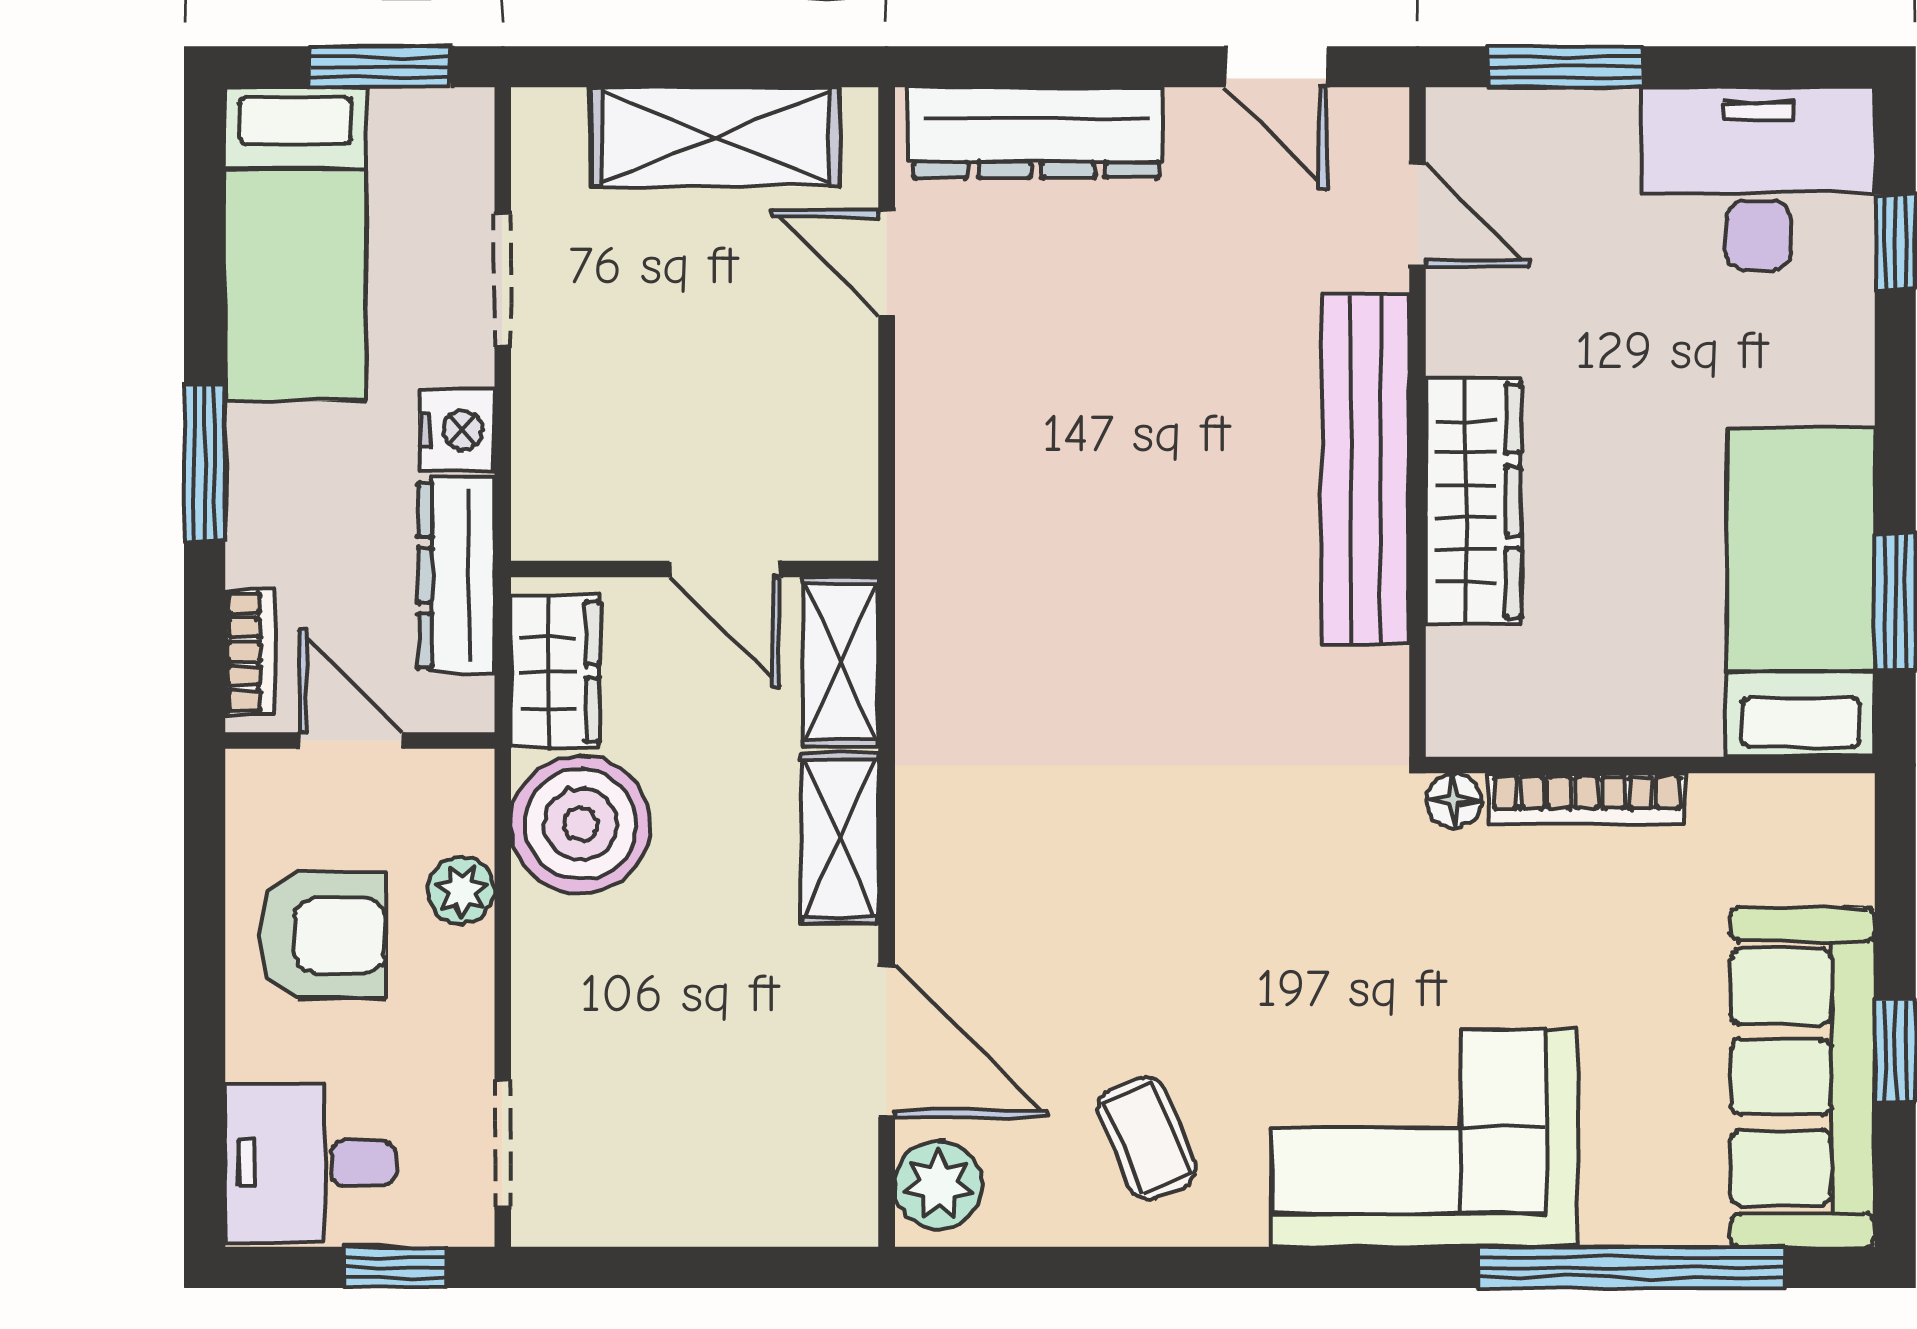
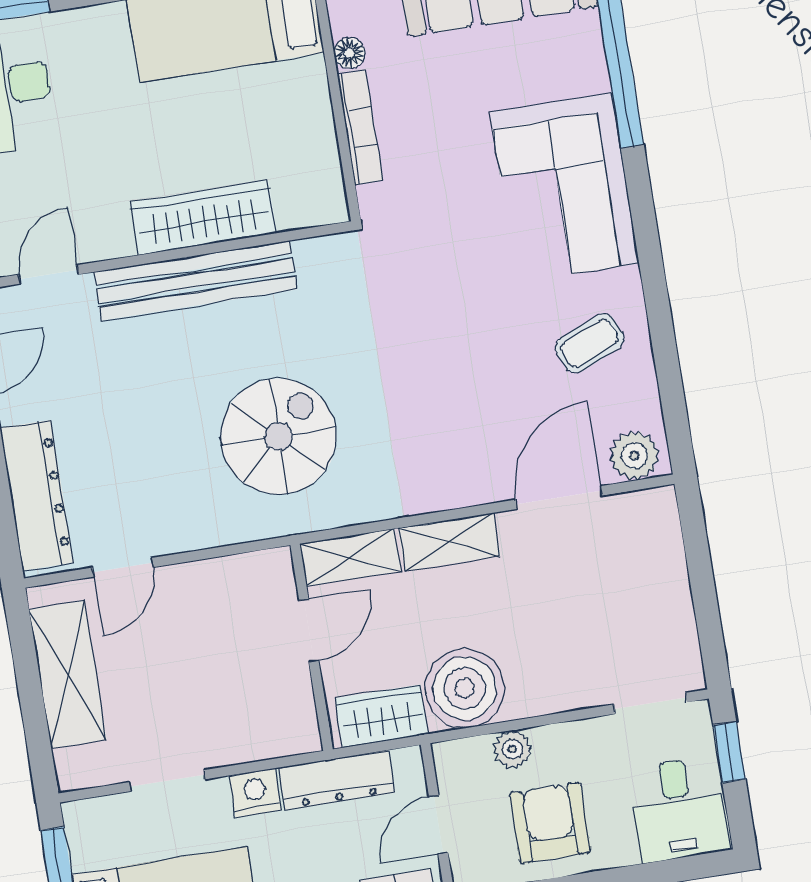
spiral stairs: (1071, 570) -> (278, 437), added
floor lamp: (1454, 800) -> (349, 53), moved

